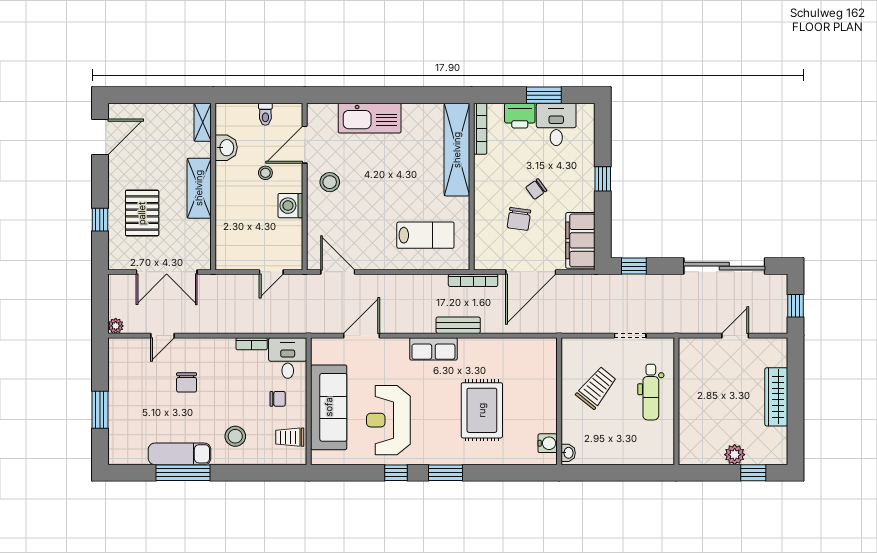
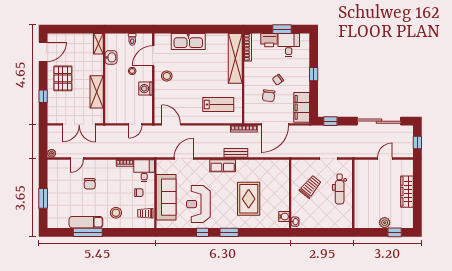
shelving: (199, 188) -> (97, 92), moved
pallet: (142, 213) -> (63, 78), moved

